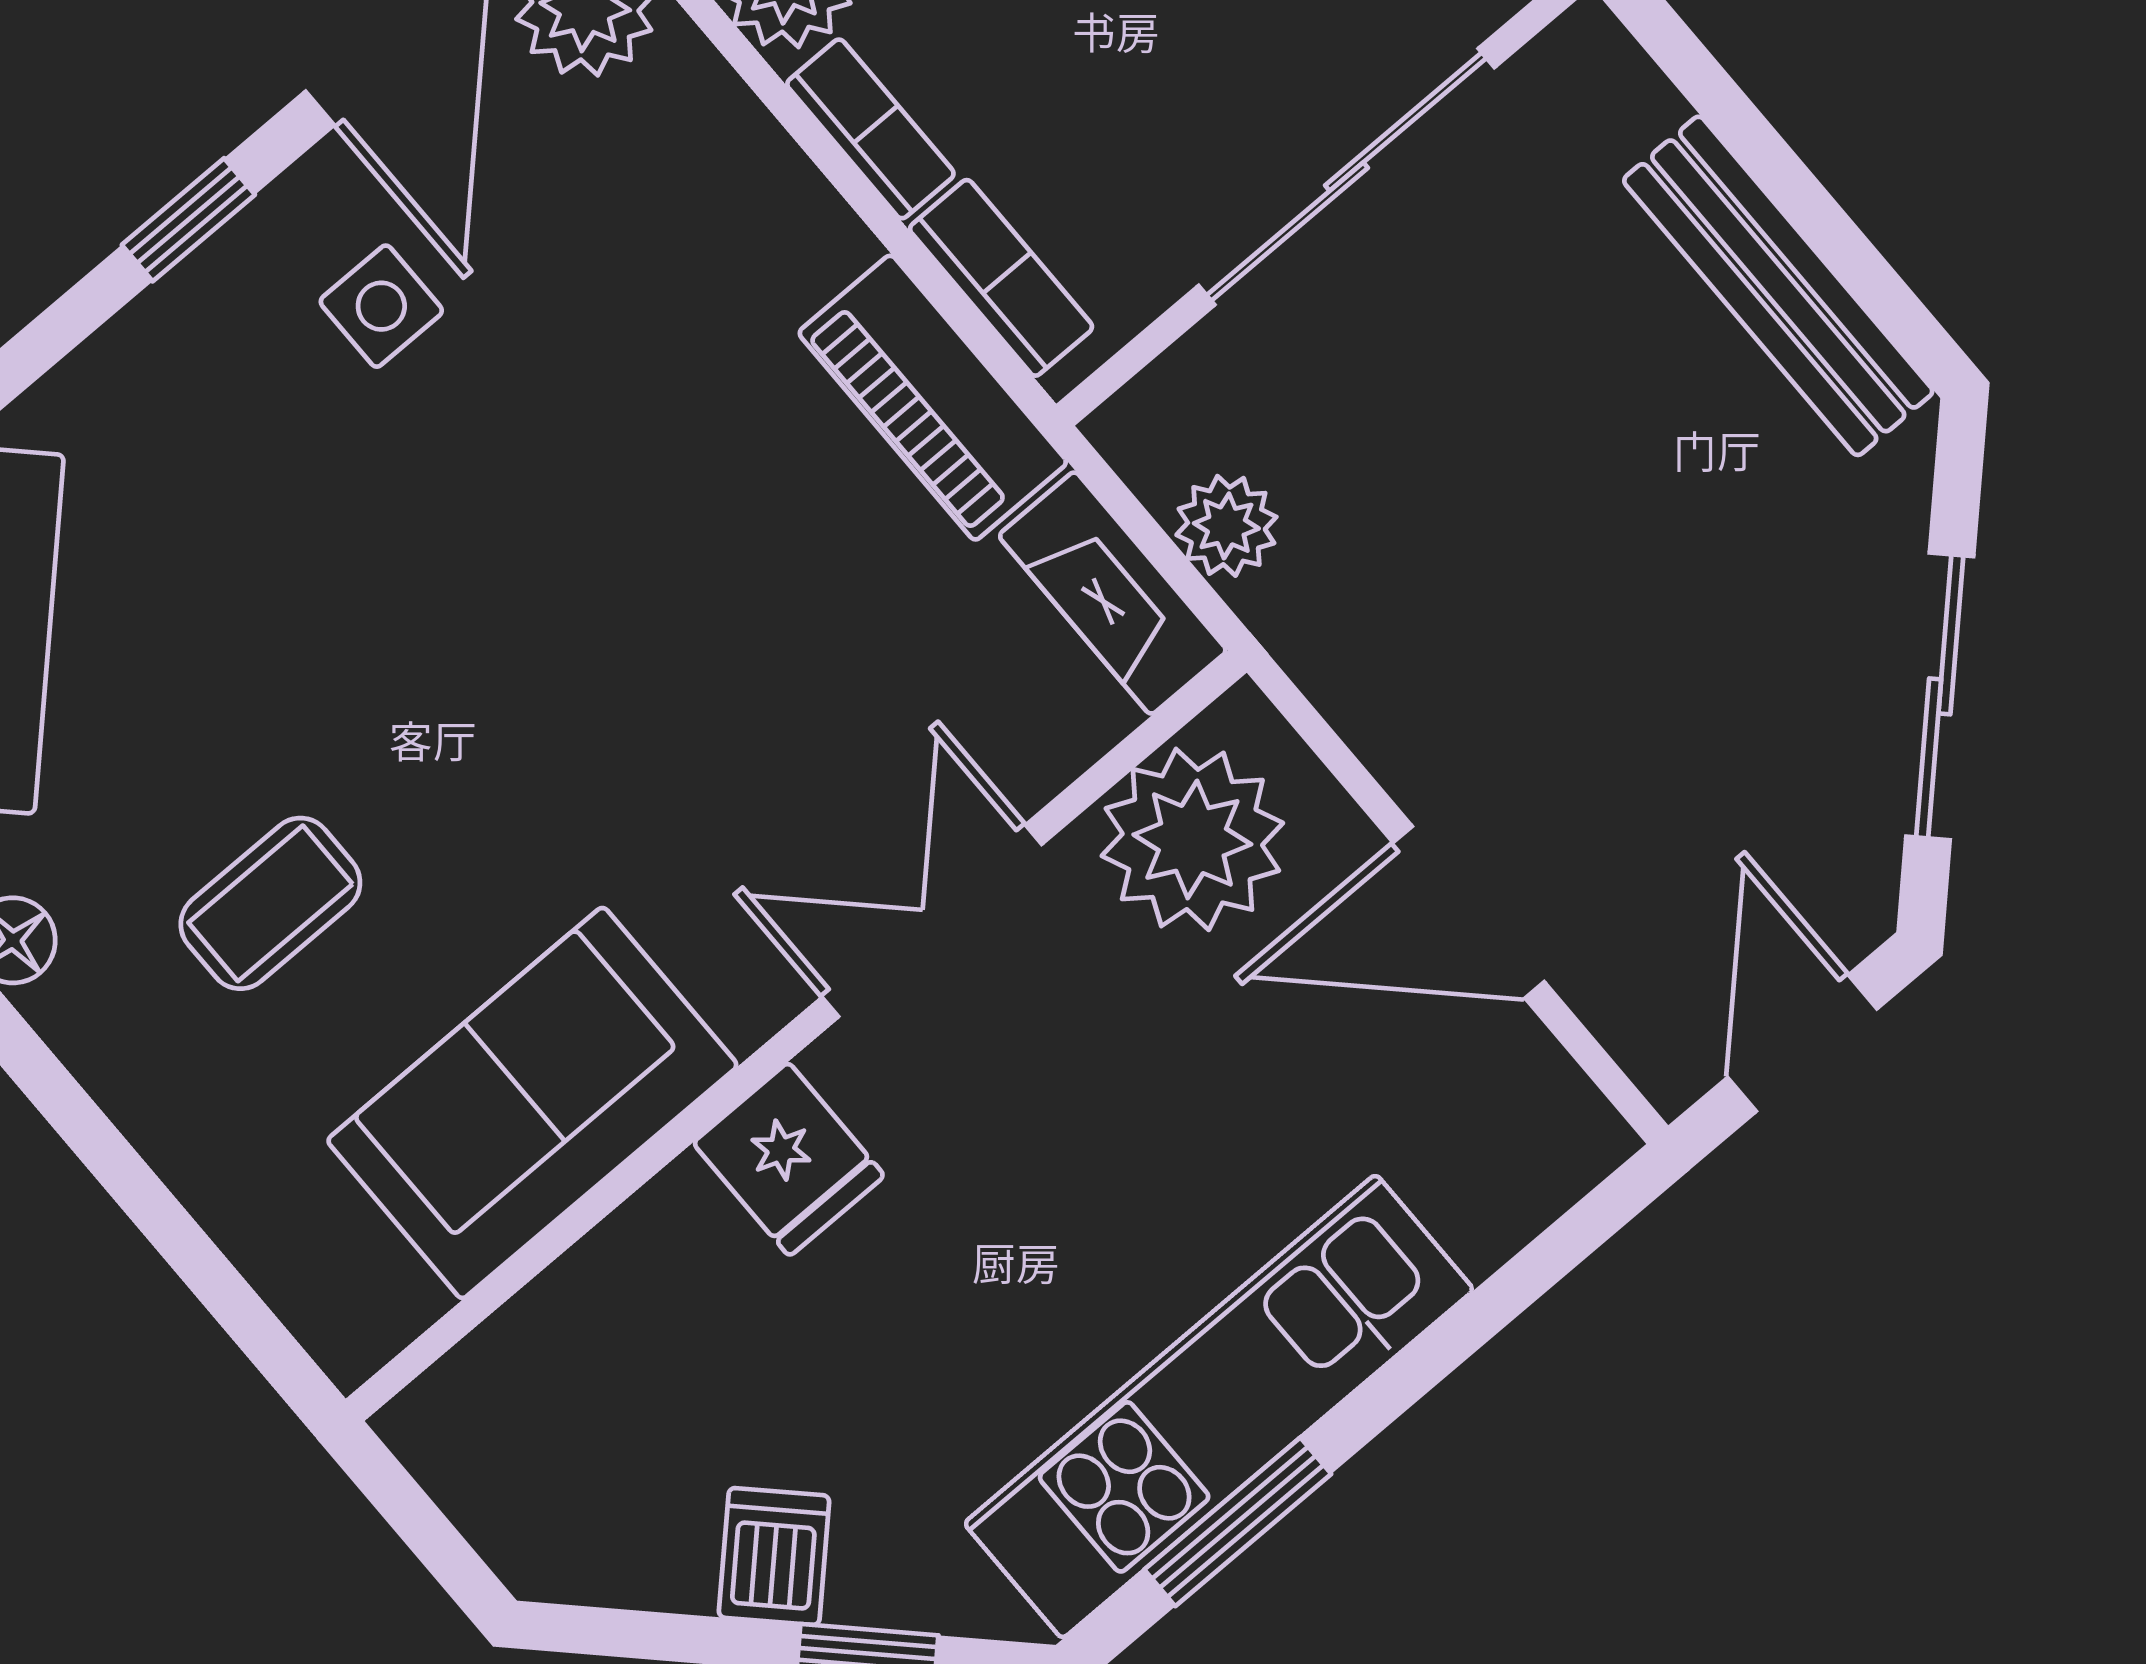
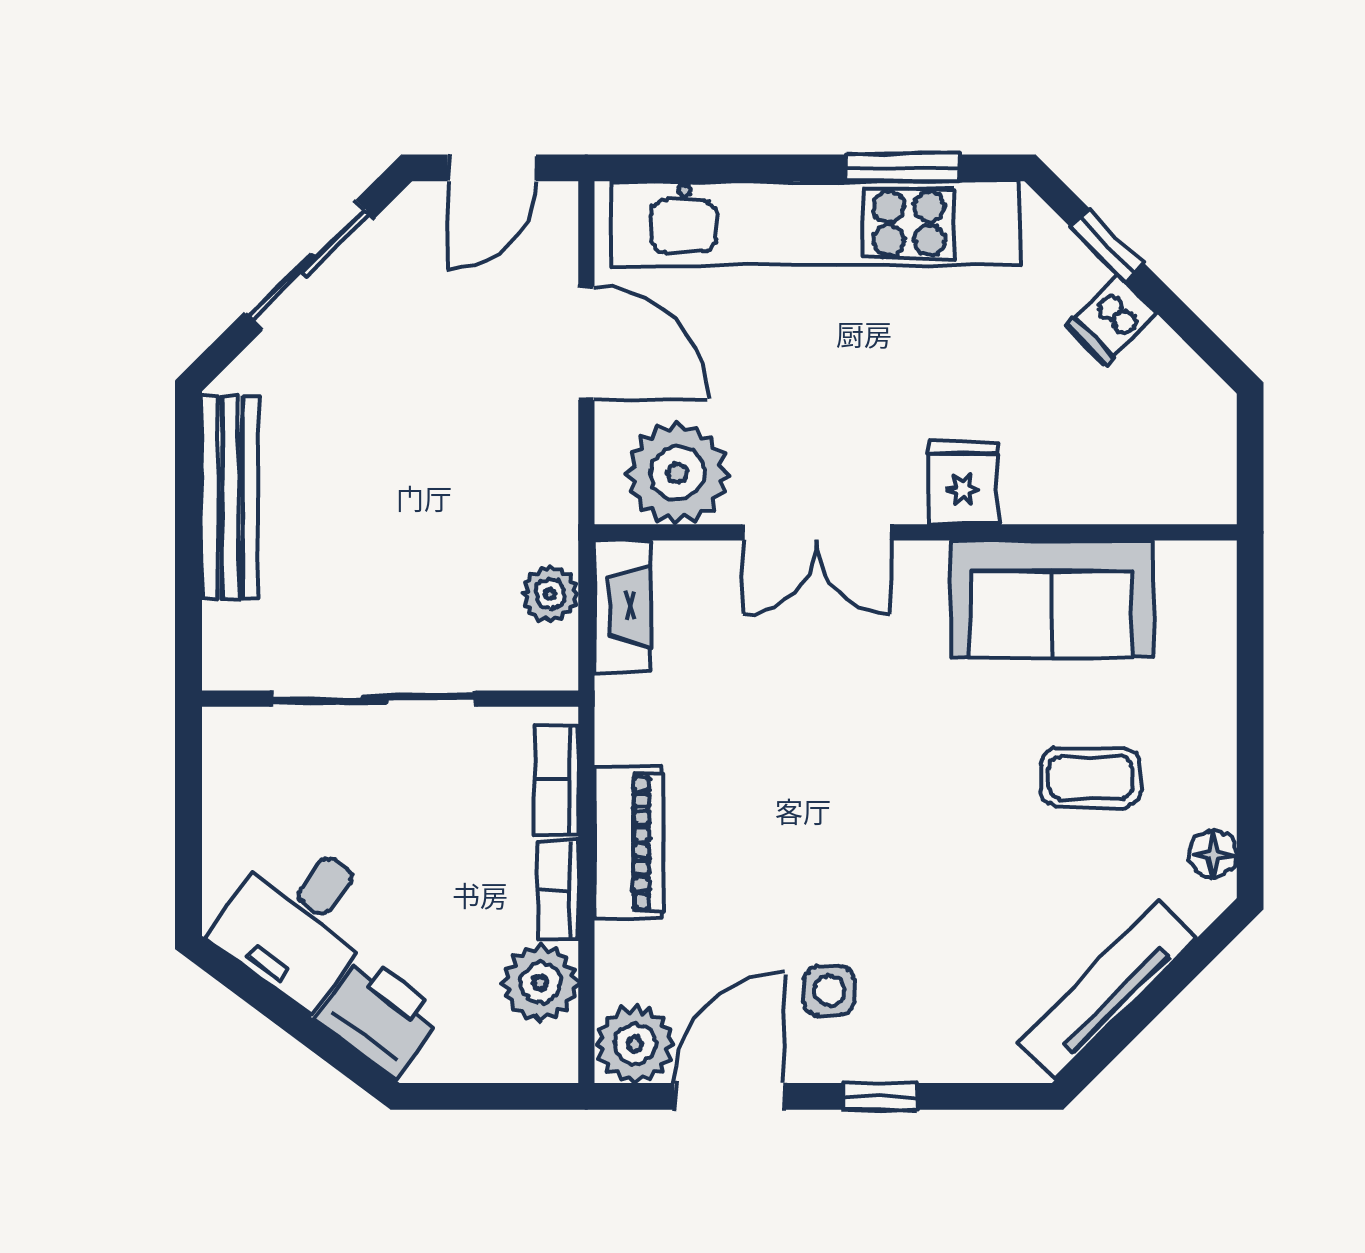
piano: (933, 398) -> (628, 842), moved
kitchen unit: (1219, 1407) -> (815, 223), width x1.36

